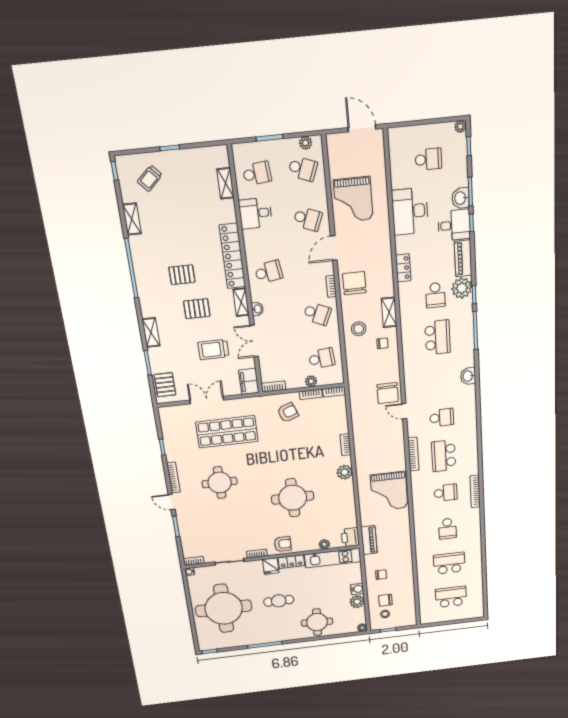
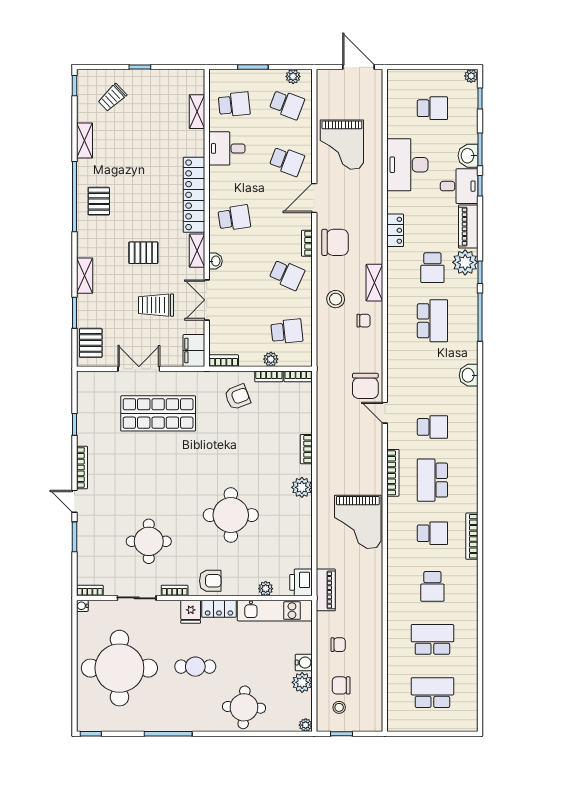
pallet: (182, 275) -> (99, 201), moved, turned 90
chair: (354, 283) -> (335, 242), turned 90
round table: (220, 483) -> (149, 541), moved

